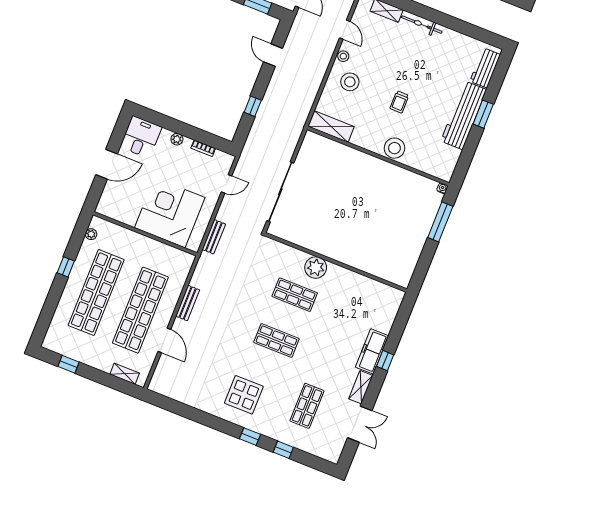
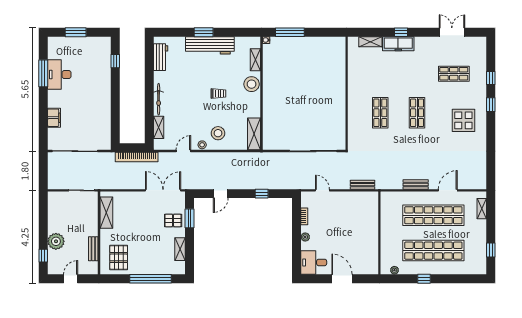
workbench: (485, 68) -> (161, 57), moved, turned -90
shelving: (423, 165) -> (255, 60), added
corner desk: (170, 213) -> (358, 222), removed
plant: (316, 268) -> (356, 106), removed
shelving: (361, 387) -> (370, 42), moved

